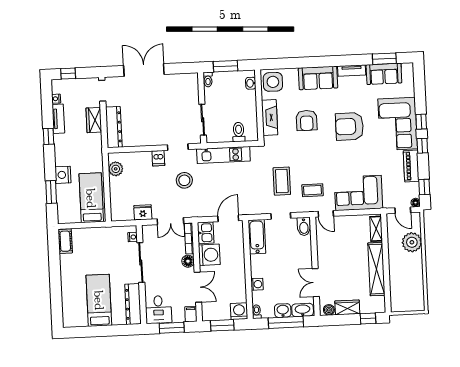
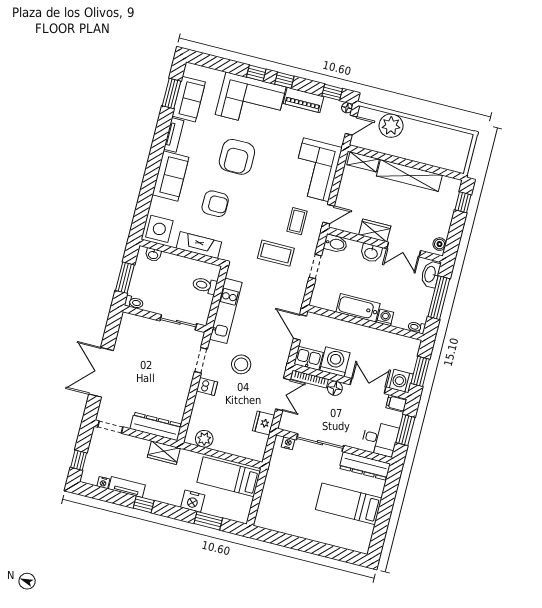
wardrobe: (94, 120) -> (164, 453), moved
bathtub: (257, 237) -> (358, 308), moved
cot: (65, 241) -> (269, 522), removed
wardrobe: (347, 307) -> (375, 230), moved, turned 90
washing machine: (239, 311) -> (401, 381), moved
washbasin: (283, 311) -> (371, 253), moved, turned -90

